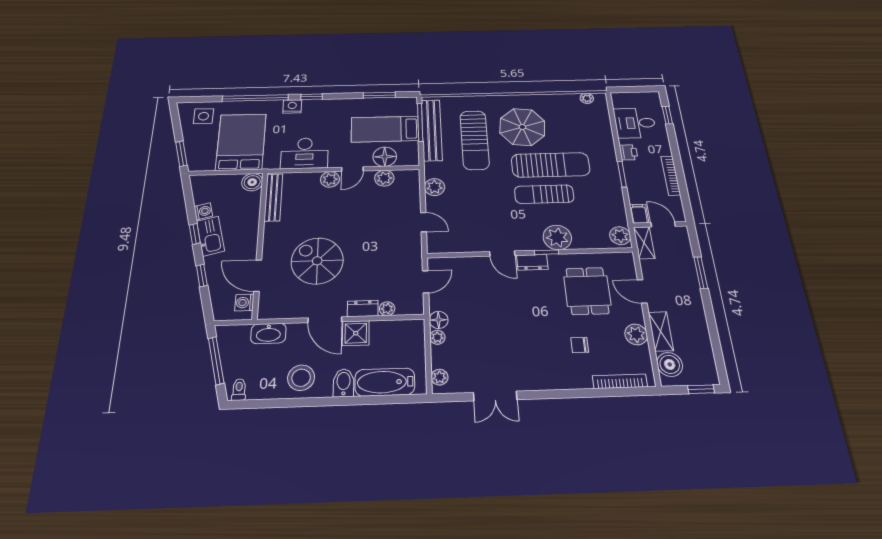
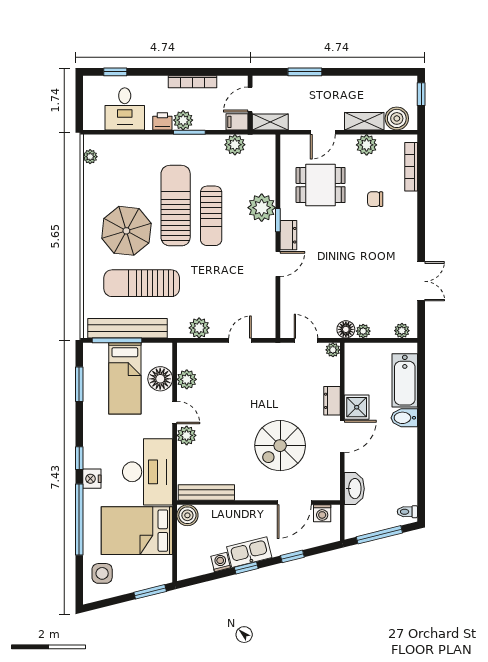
sun lounger: (475, 140) -> (142, 283), turned 180
desk: (305, 153) -> (148, 472), width x1.36, depth x1.30
plant: (633, 169) -> (183, 120), added
plant: (620, 236) -> (235, 145), moved
plant: (387, 309) -> (333, 350), moved
chair: (580, 345) -> (375, 199), turned 90
stool: (301, 378) -> (398, 456), removed

